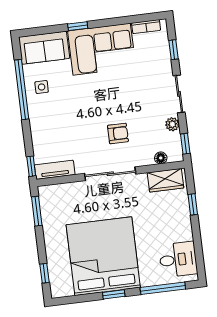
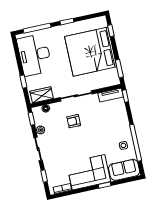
bed: (103, 256) -> (91, 52), moved, turned 90
desk: (178, 259) -> (34, 55), width x1.87, depth x1.30

